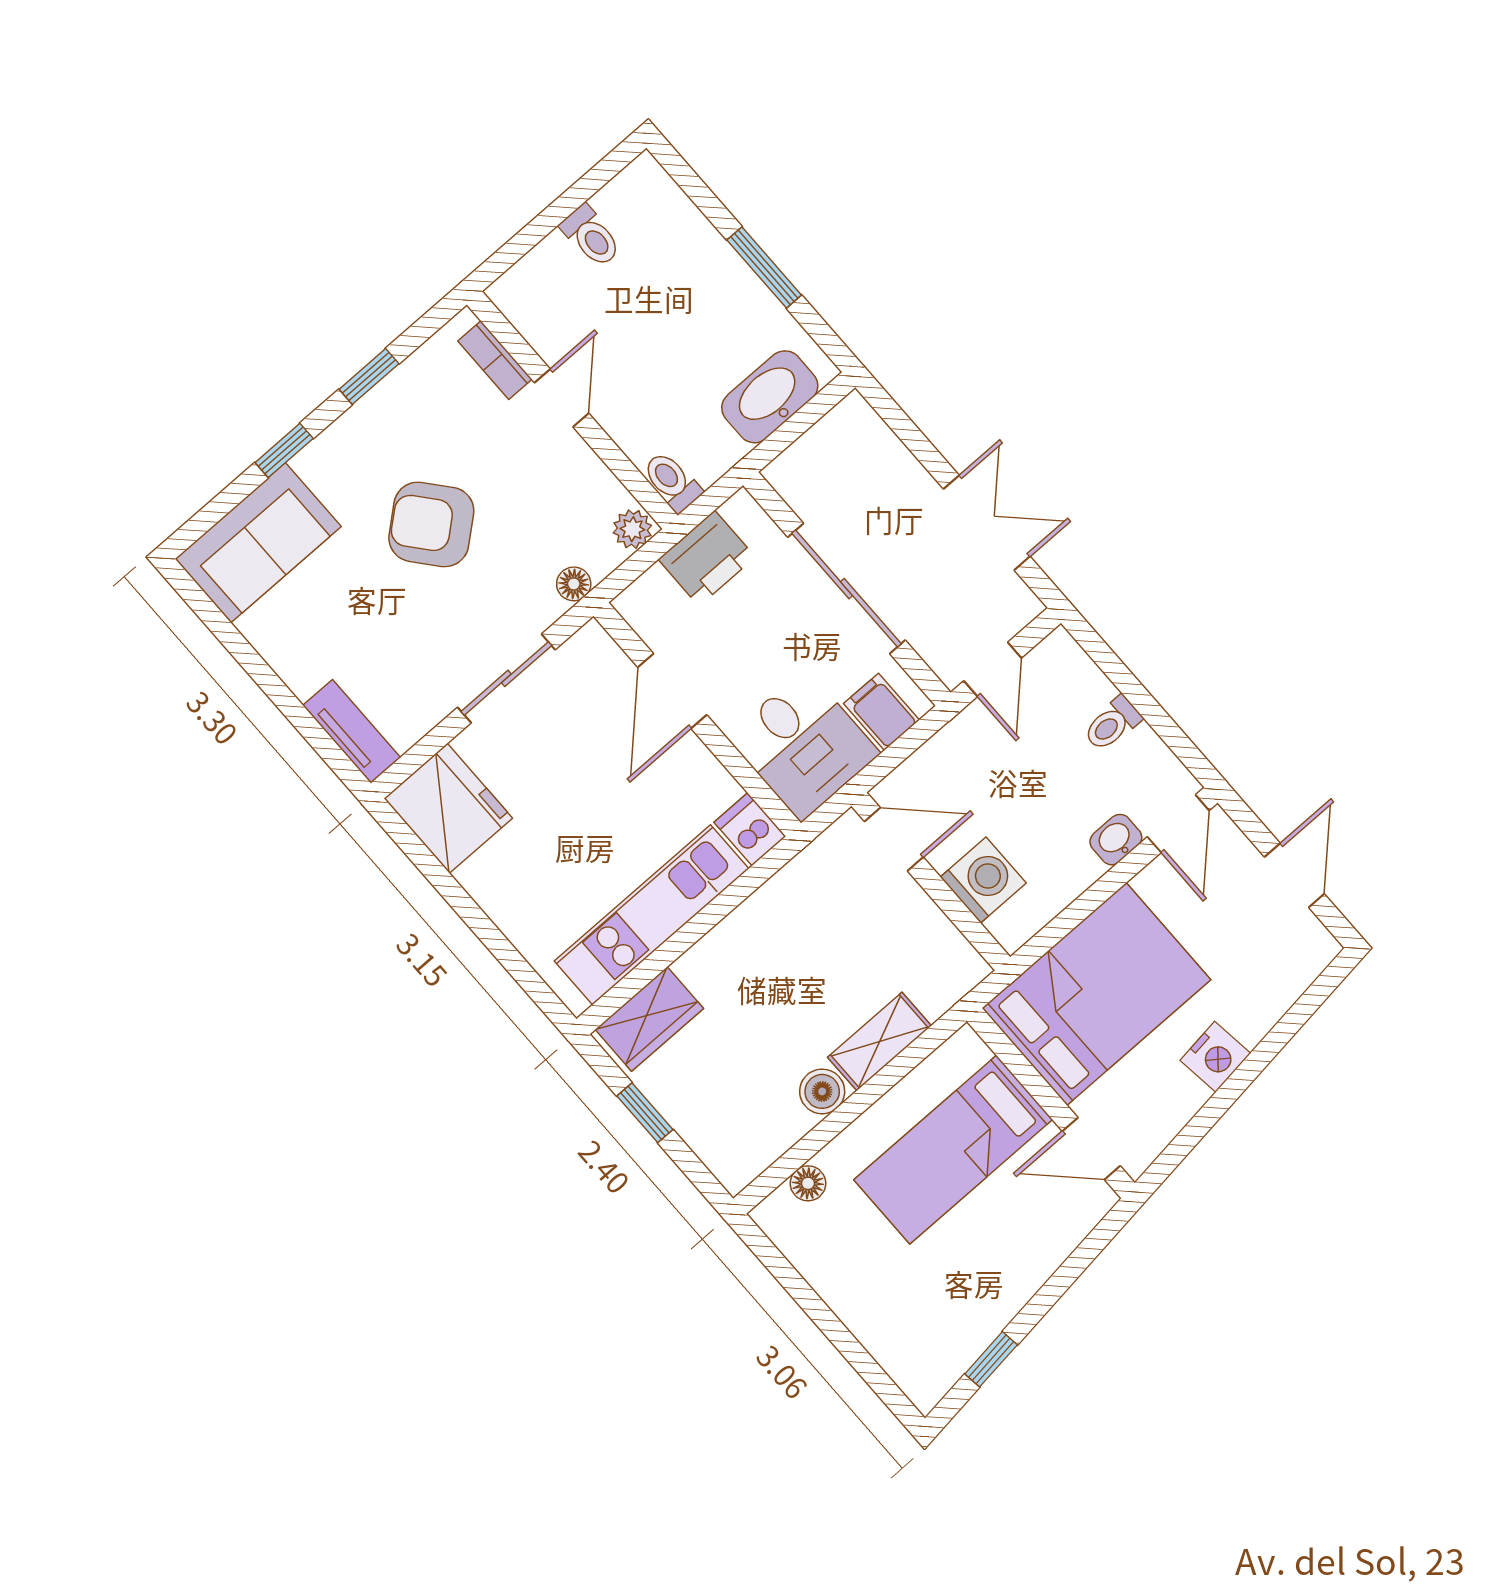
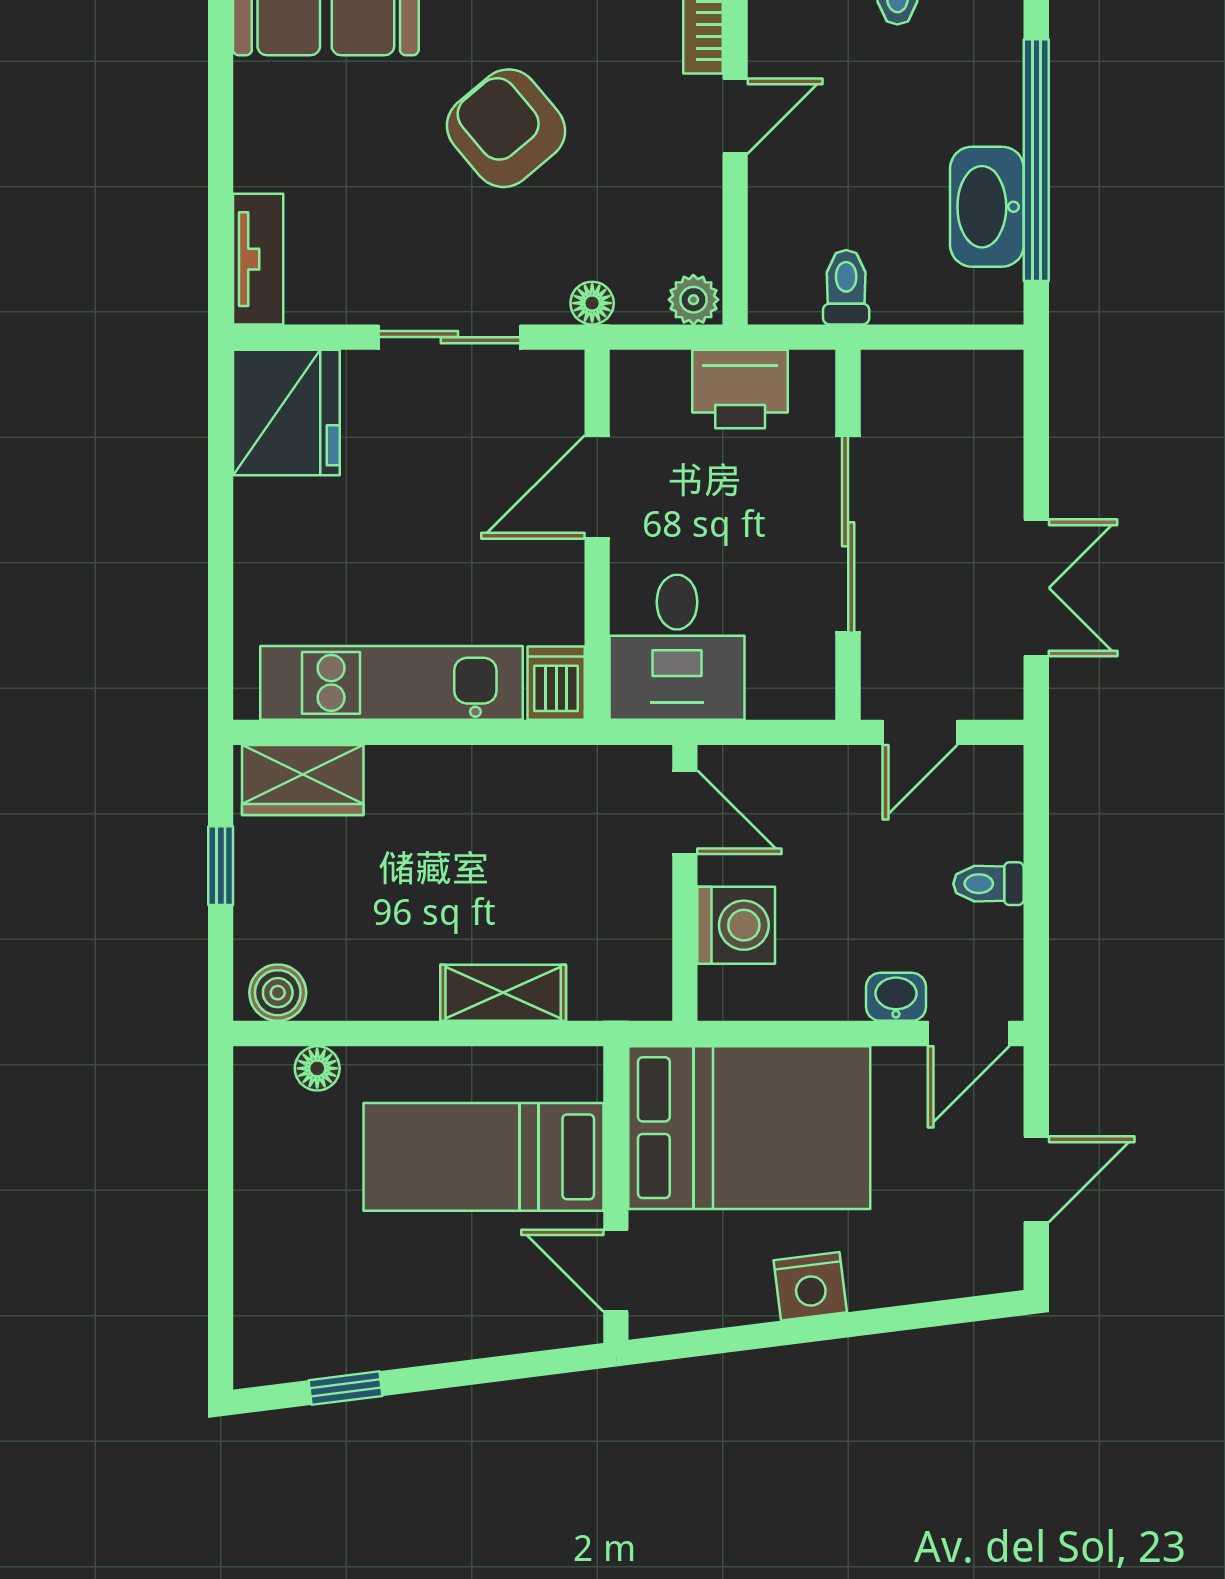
window: (764, 268) -> (1036, 160), width x2.11
washbasin: (770, 397) -> (987, 207), moved, turned -90
toilet: (672, 482) -> (846, 287), moved
filing cabinet: (881, 712) -> (779, 680), removed
boiler: (822, 1091) -> (278, 993), moved

